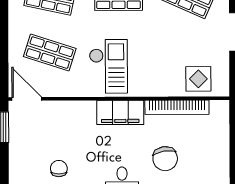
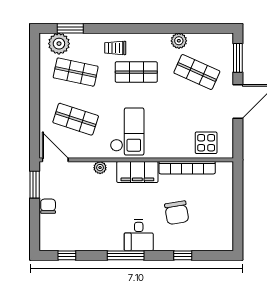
plant: (78, 108) -> (100, 168), added
chair: (59, 169) -> (48, 206), moved

